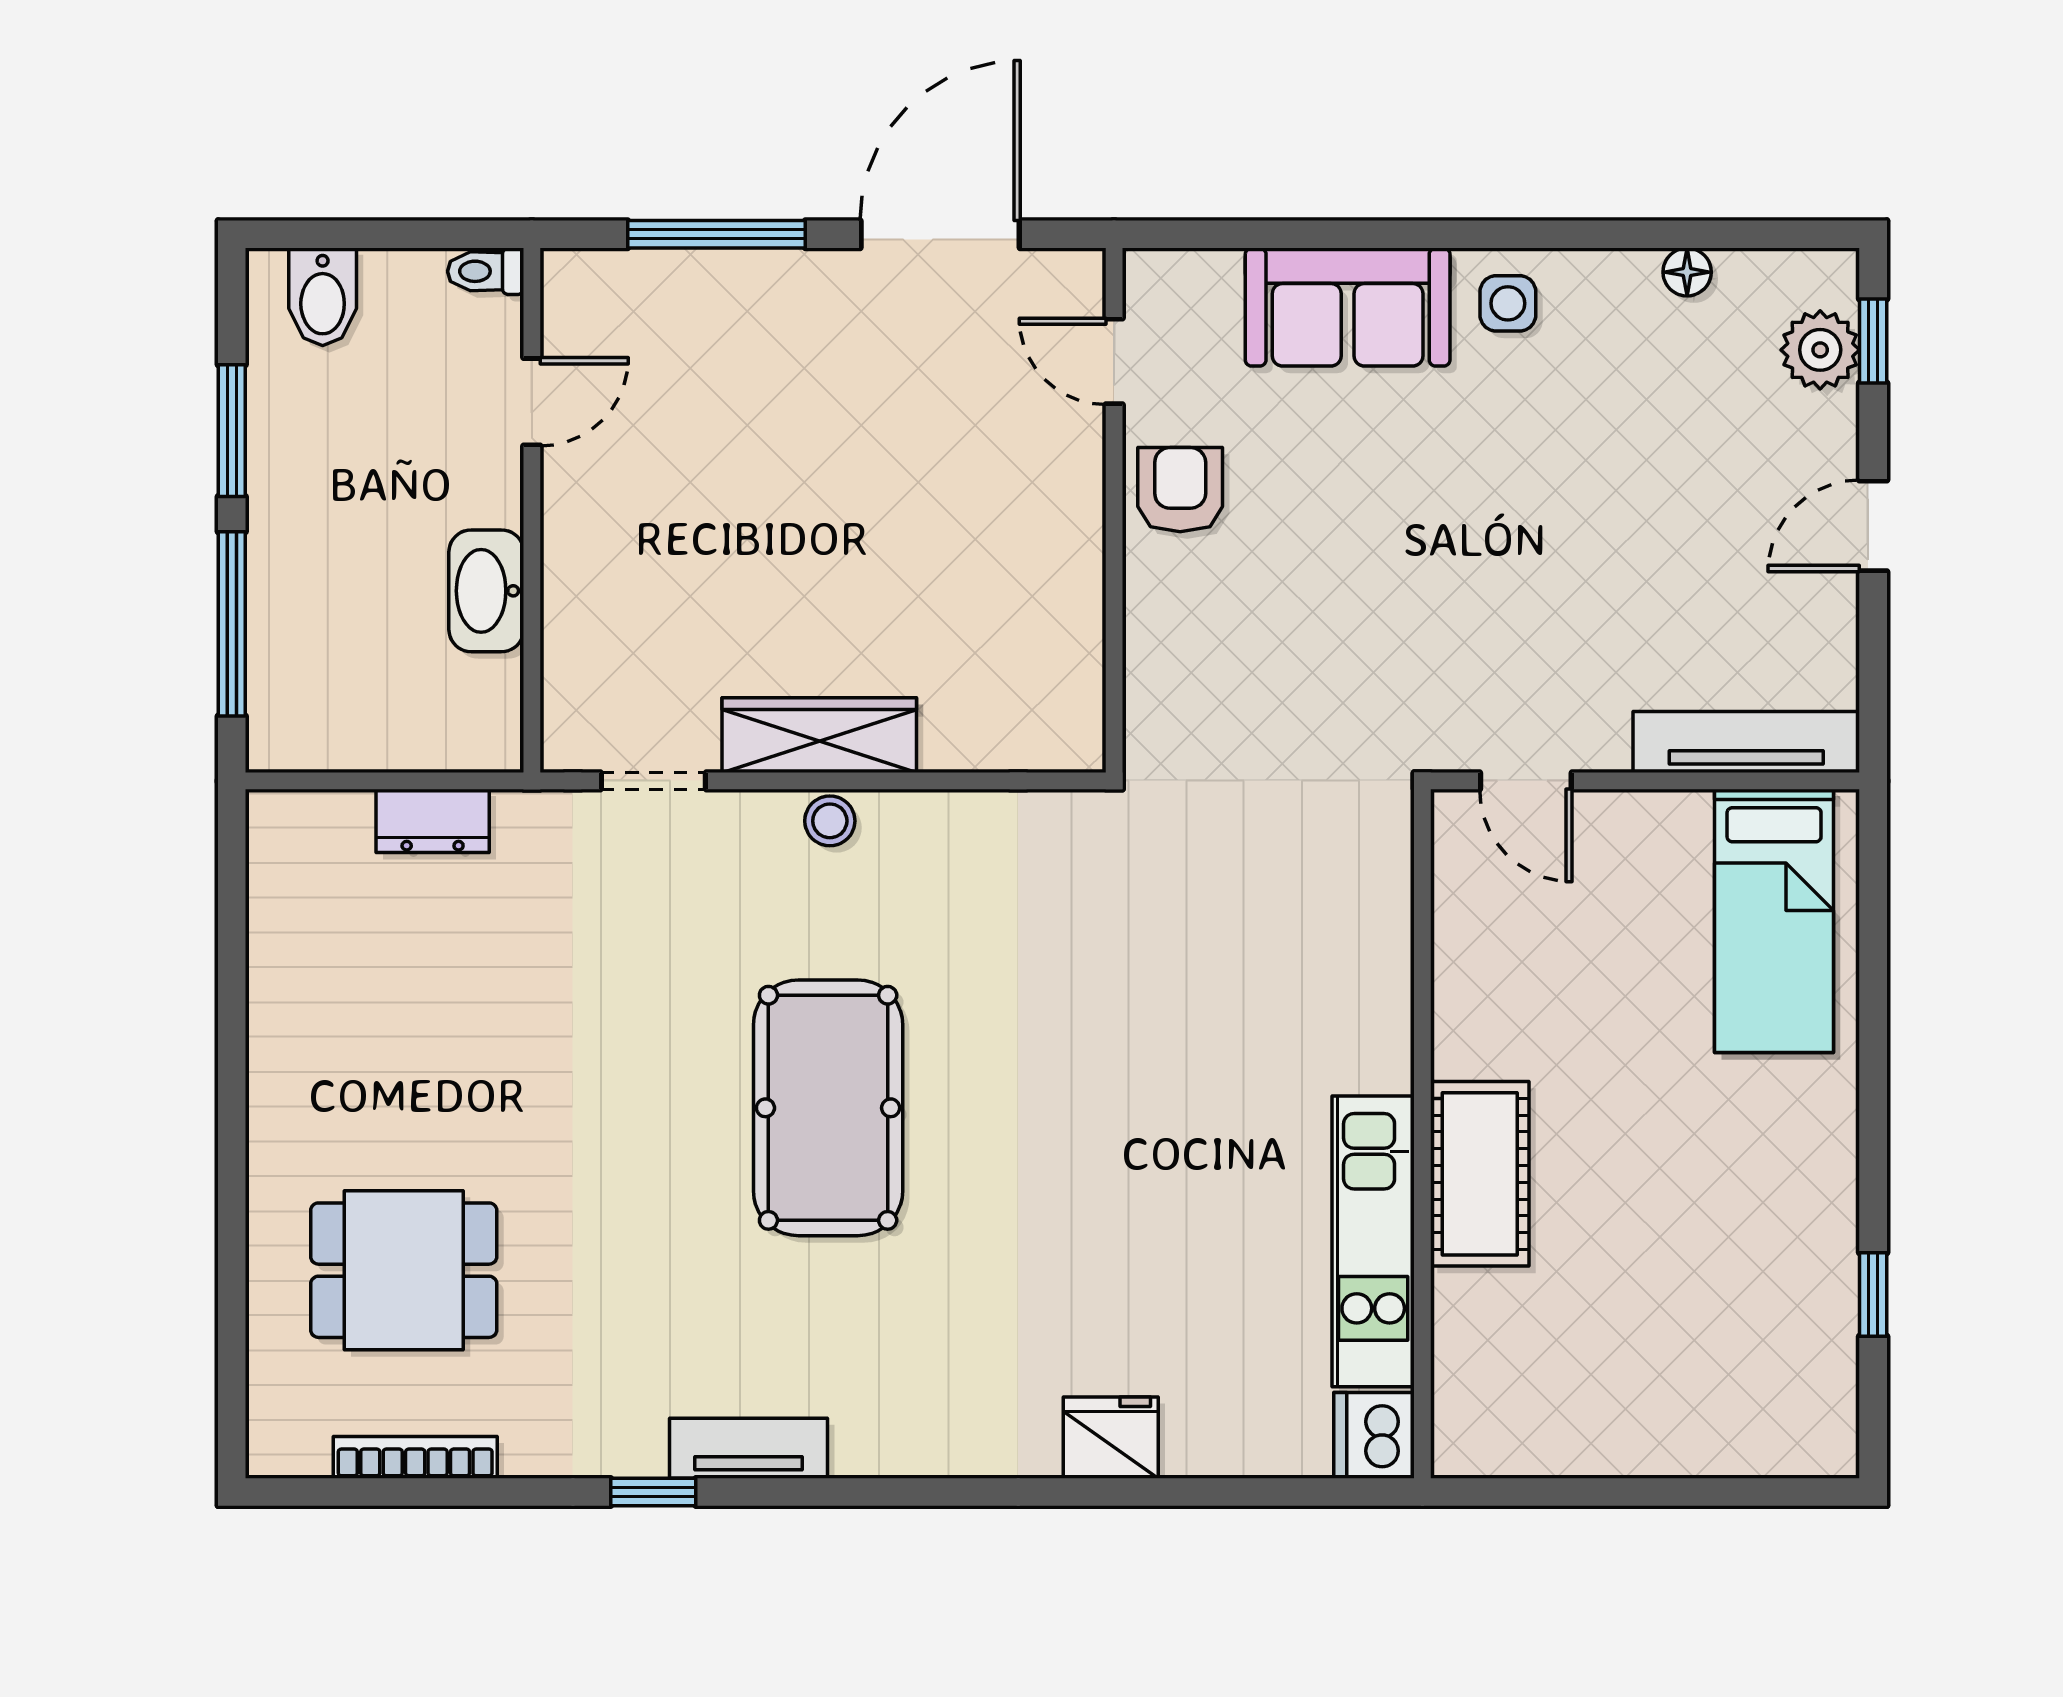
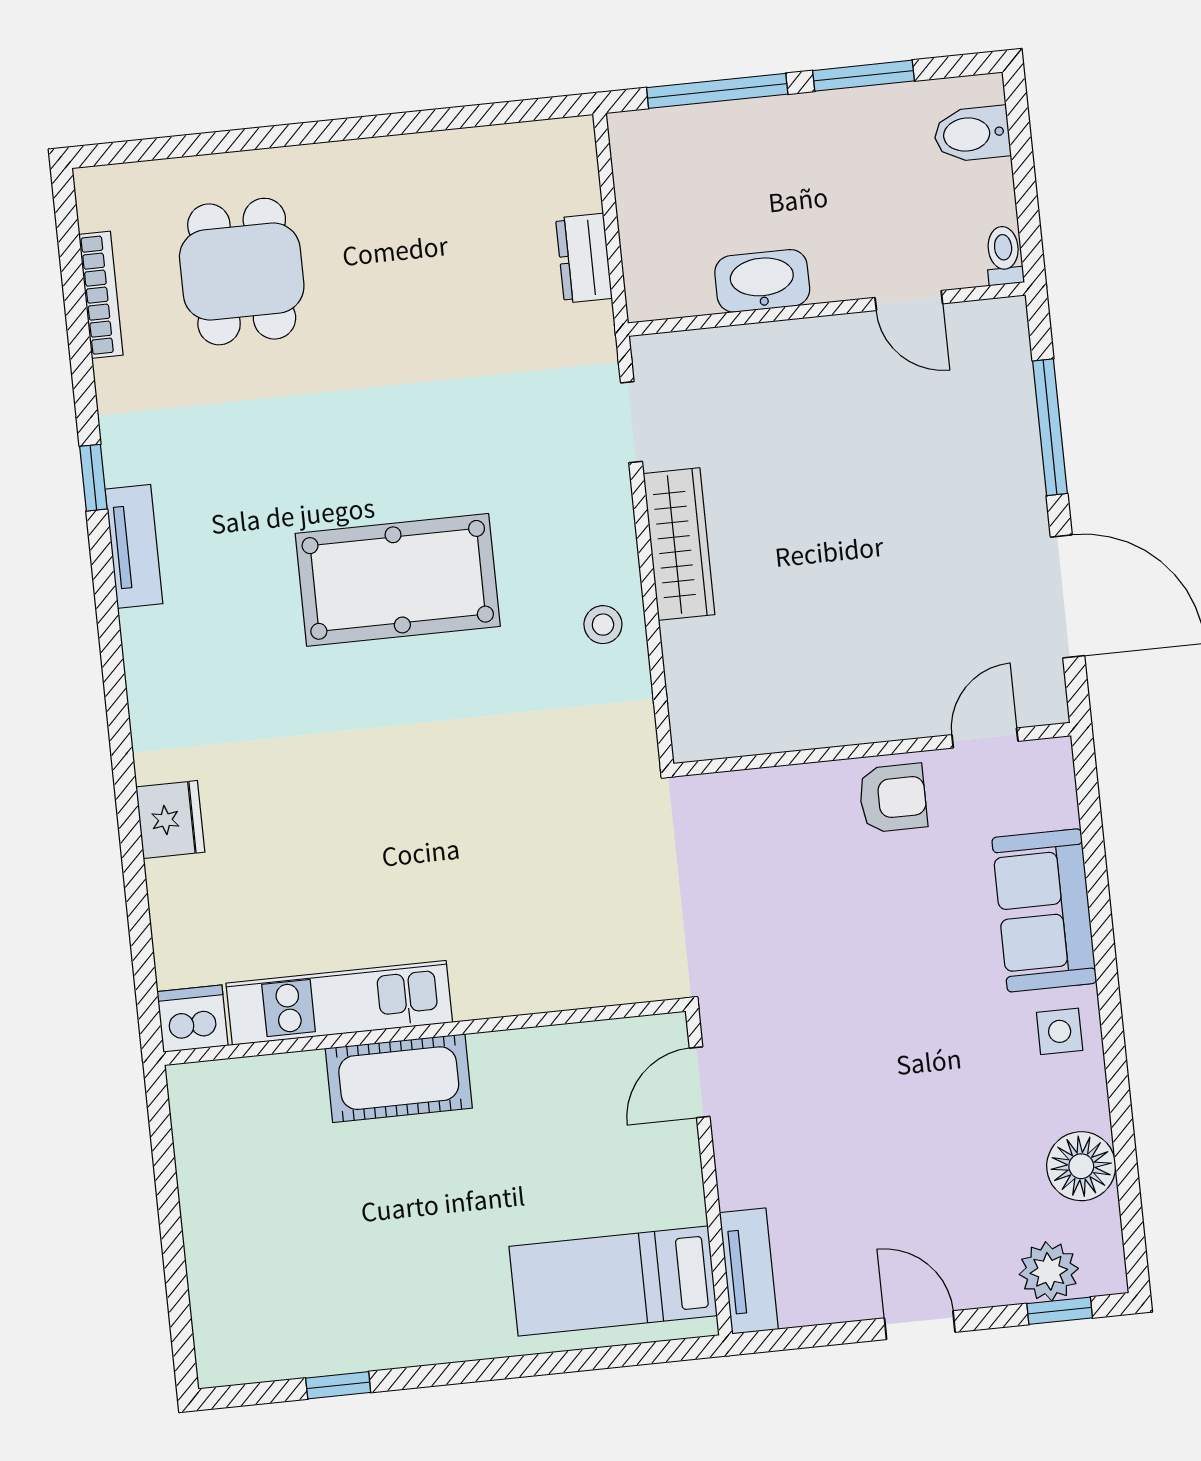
floor lamp: (1687, 272) -> (1081, 1166), width x1.89, depth x1.89
tv unit: (1746, 742) -> (749, 1271), width x0.71
stool: (830, 821) -> (603, 625), moved

